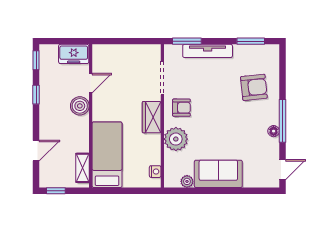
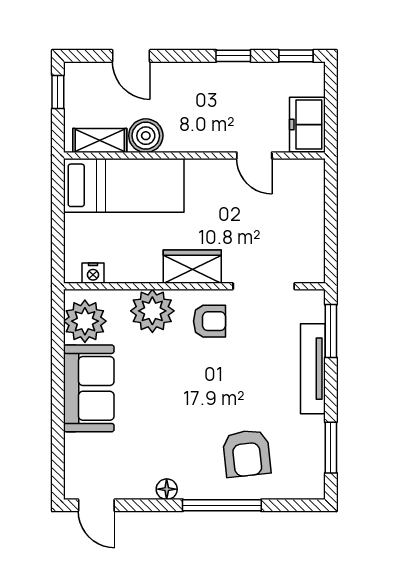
boiler: (80, 106) -> (146, 136), moved
armchair: (181, 108) -> (210, 321), turned -90
window: (282, 121) -> (222, 505), moved
plant: (187, 181) -> (85, 321), width x1.88, depth x1.88

